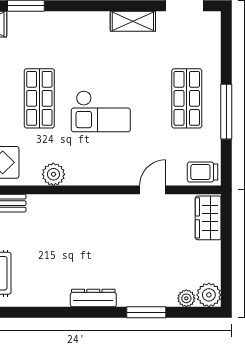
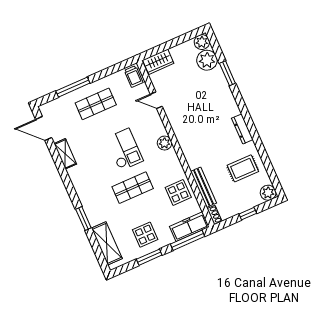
window: (226, 112) -> (73, 87), moved
plant: (53, 174) -> (164, 143), moved
dresser: (93, 298) -> (242, 129), moved
plant: (186, 298) -> (207, 60), width x1.87, depth x1.87

